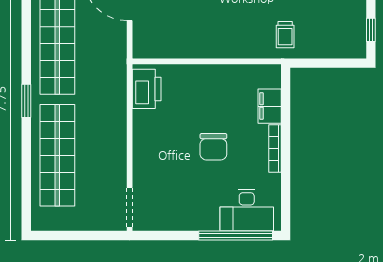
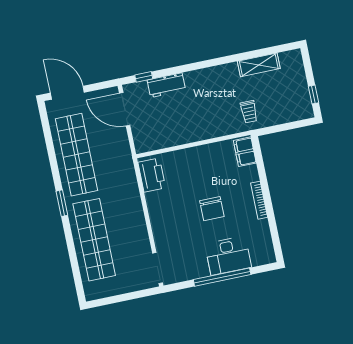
filing cabinet: (270, 106) -> (245, 152), moved
desk: (247, 210) -> (228, 256), moved
window: (236, 235) -> (222, 277), moved

